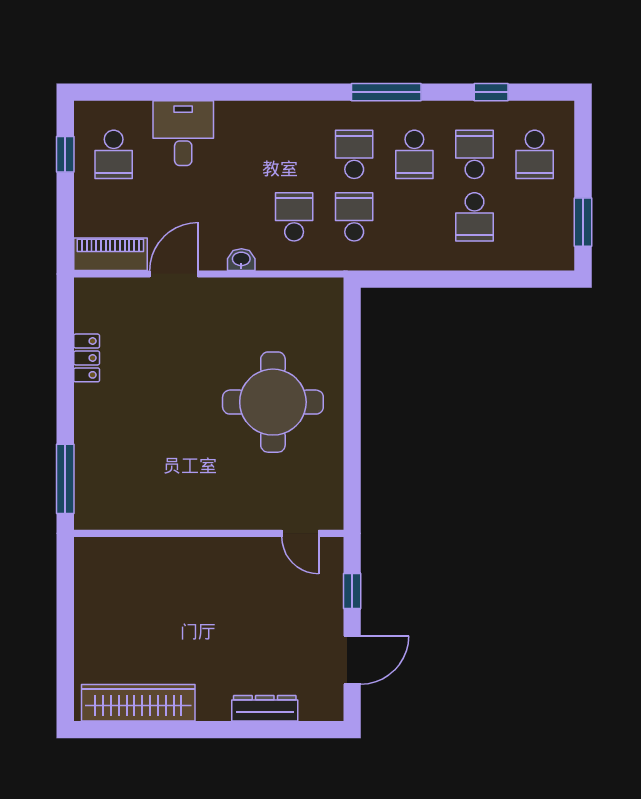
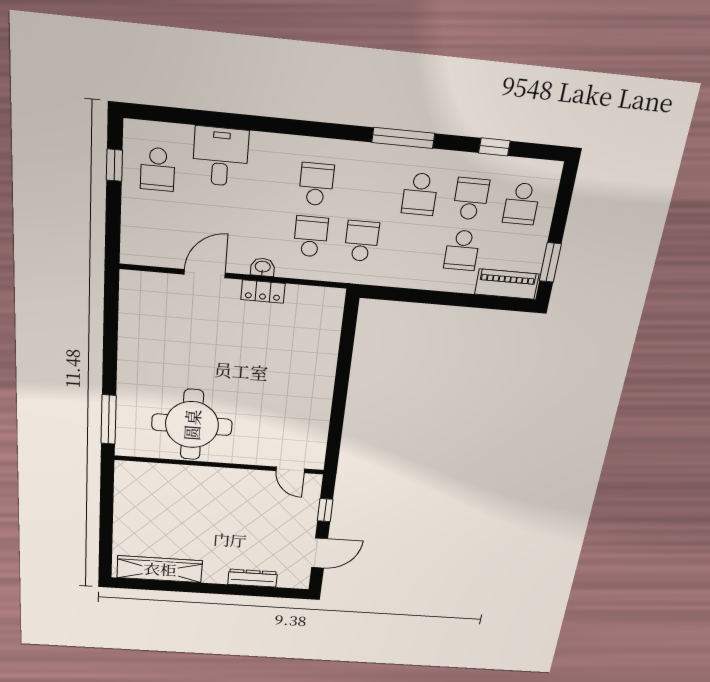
school desk: (354, 154) -> (316, 184), moved
piano: (110, 254) -> (507, 284), moved
locker: (87, 358) -> (263, 292), moved, turned 90
round table: (273, 402) -> (192, 425), moved

